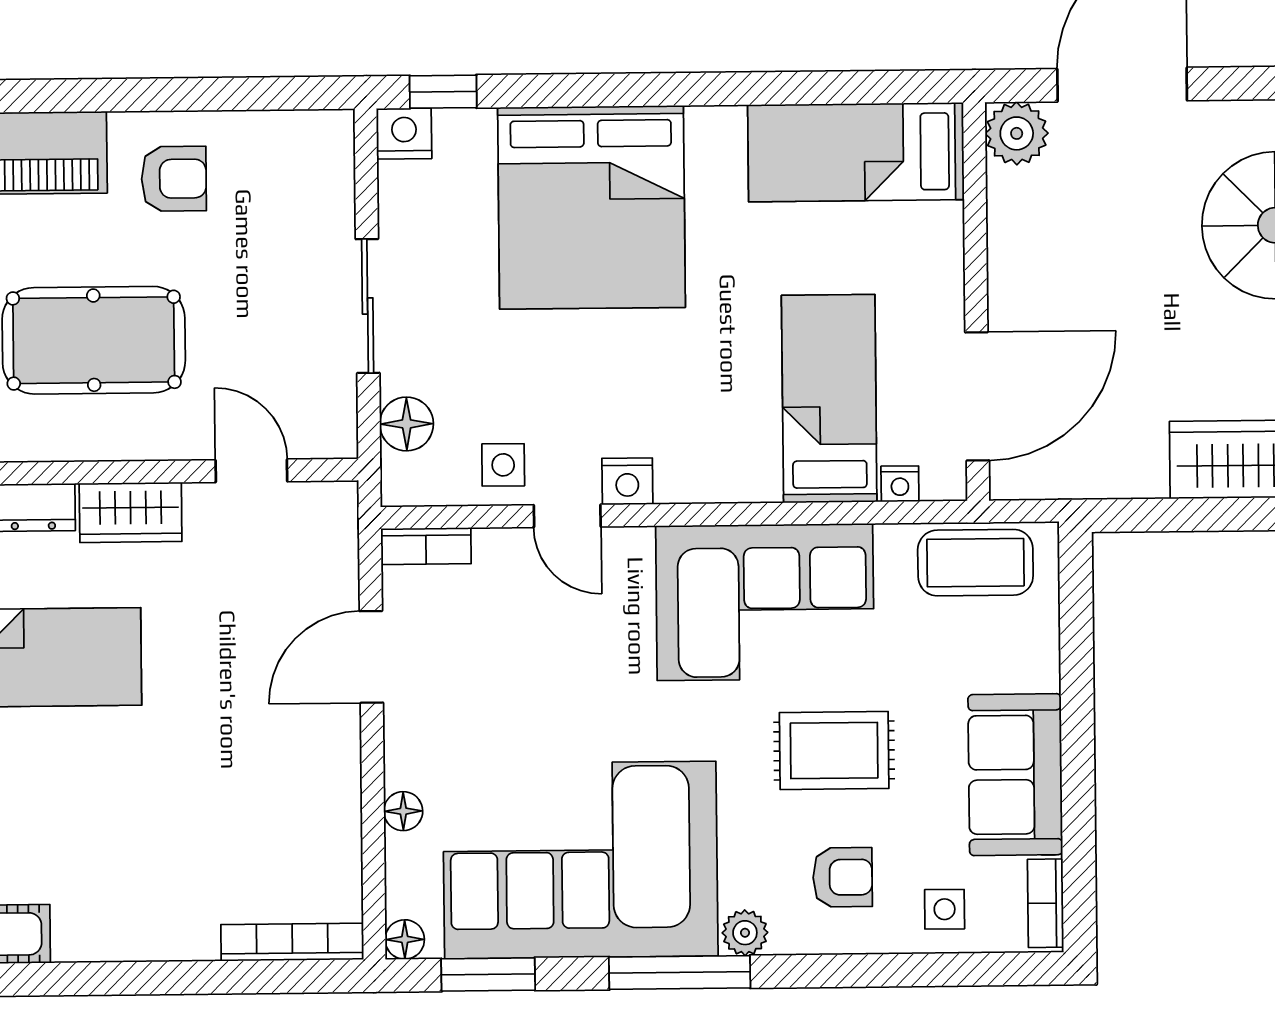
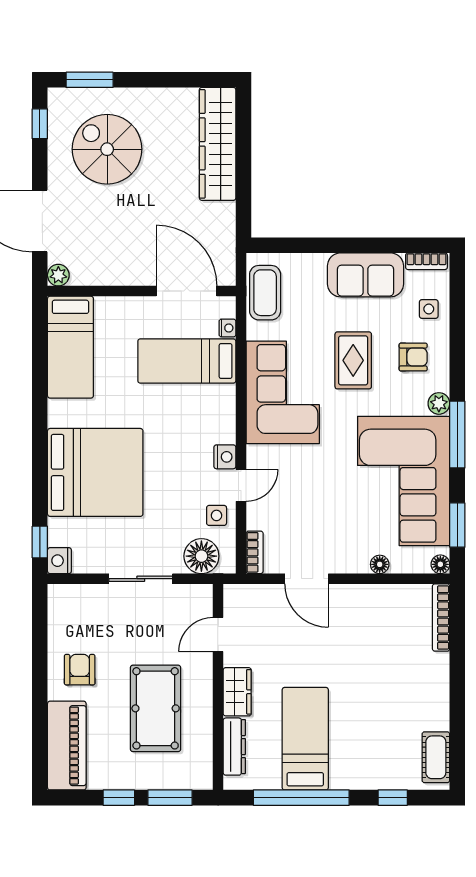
plant: (1017, 133) -> (58, 275), width x0.73, depth x0.73
floor lamp: (407, 424) -> (201, 556), width x1.38, depth x1.38
armchair: (843, 877) -> (413, 357), turned 90

